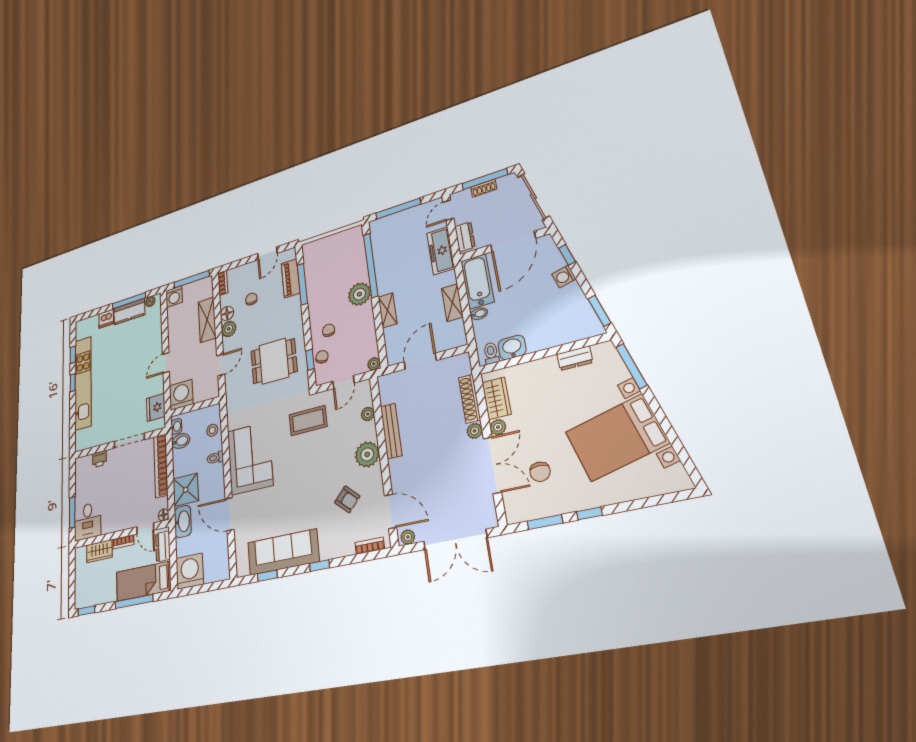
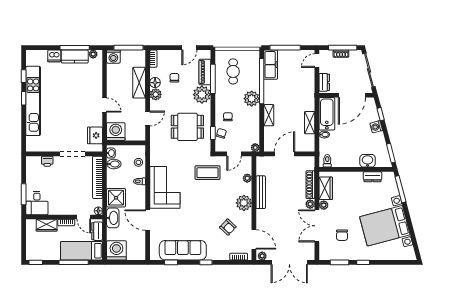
freezer: (441, 251) -> (271, 65), moved, turned 180
cafe table: (329, 265) -> (233, 71), added
plant: (289, 310) -> (202, 95), added
washbasin: (512, 347) -> (368, 161), moved
door: (166, 363) -> (104, 105), swing flipped
double door: (492, 465) -> (317, 226), swing flipped

